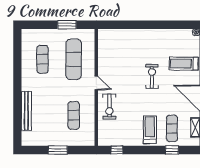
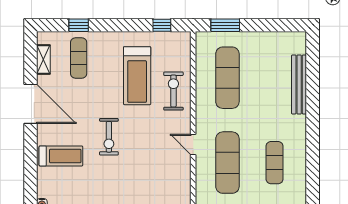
door: (96, 83) -> (193, 144), moved
exercise mat: (74, 115) -> (227, 78), width x1.36, depth x1.45
treadmill: (150, 130) -> (137, 76), moved, width x1.37, depth x1.38
window: (58, 150) -> (225, 25), moved

